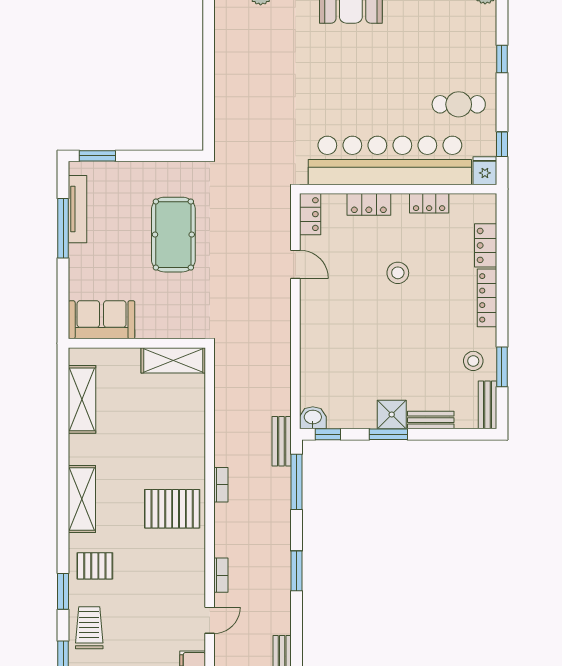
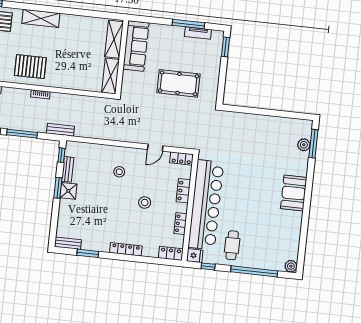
window: (502, 59) -> (254, 271), width x3.17
tv unit: (78, 209) -> (198, 33), width x0.71
locker: (486, 245) -> (171, 253), moved
sofa: (102, 320) -> (136, 46), width x1.36
stool: (473, 361) -> (119, 172), moved
shelving: (82, 399) -> (114, 39), moved, turned 90
washbasin: (313, 418) -> (71, 148), removed
bench: (431, 420) -> (68, 169), moved
window: (296, 482) -> (22, 134), moved
pallet: (172, 509) -> (30, 67), turned 90

